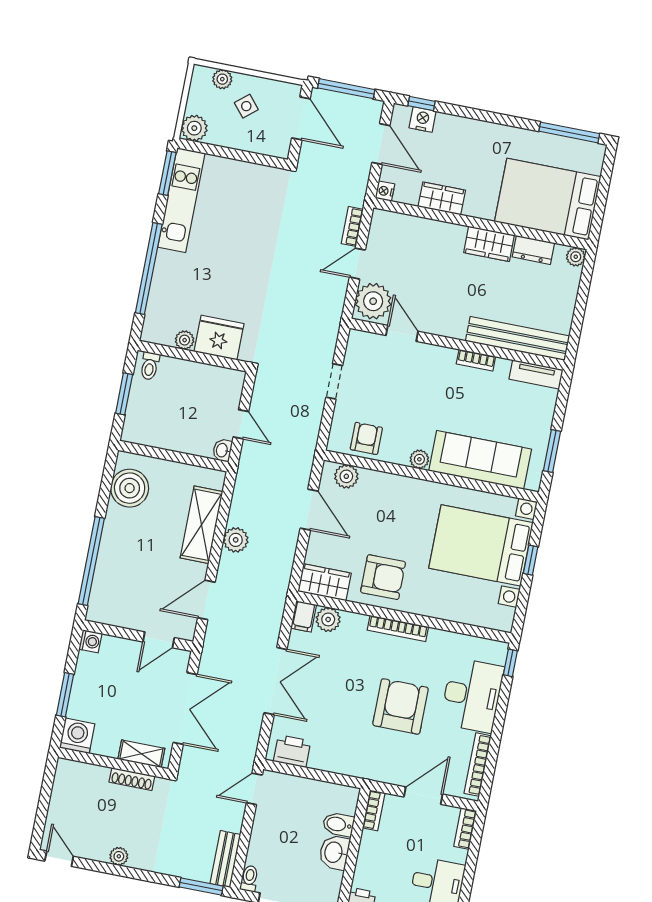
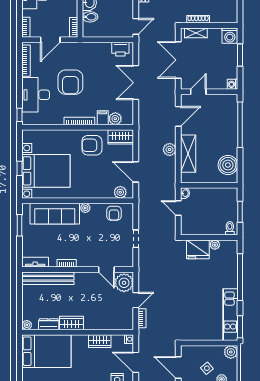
filing cabinet: (304, 616) -> (103, 118), moved

